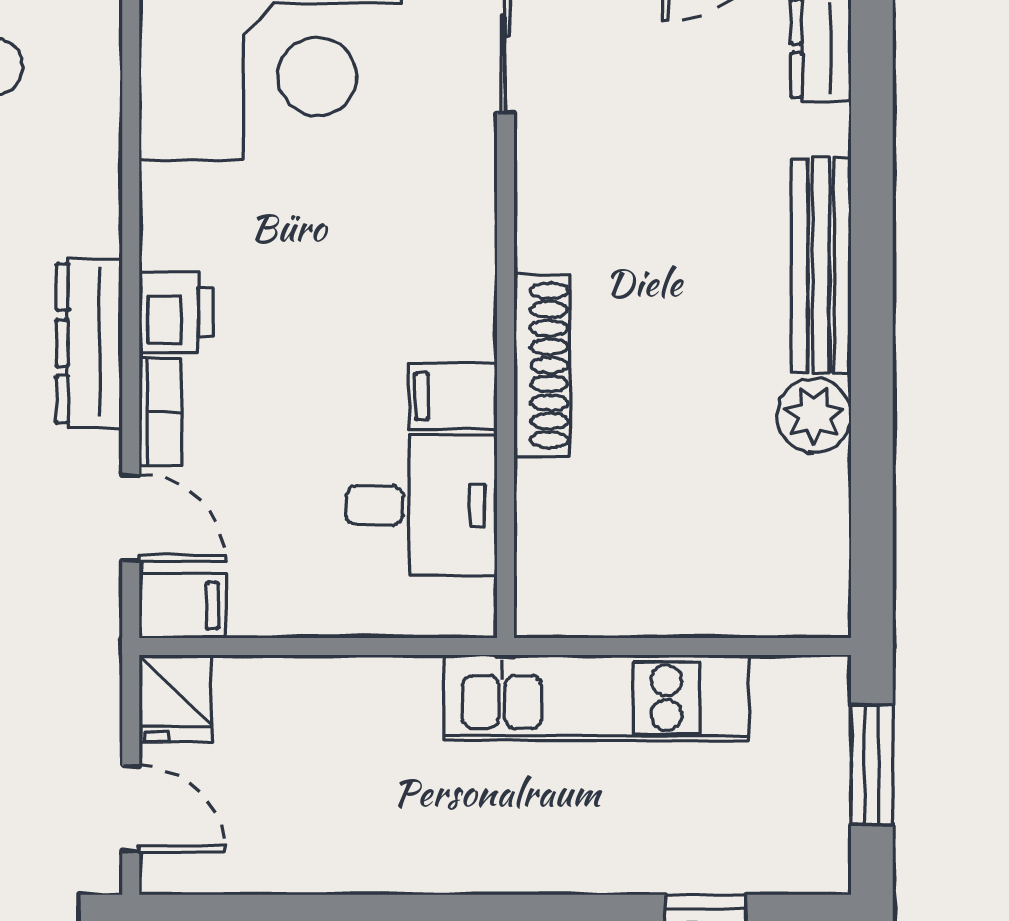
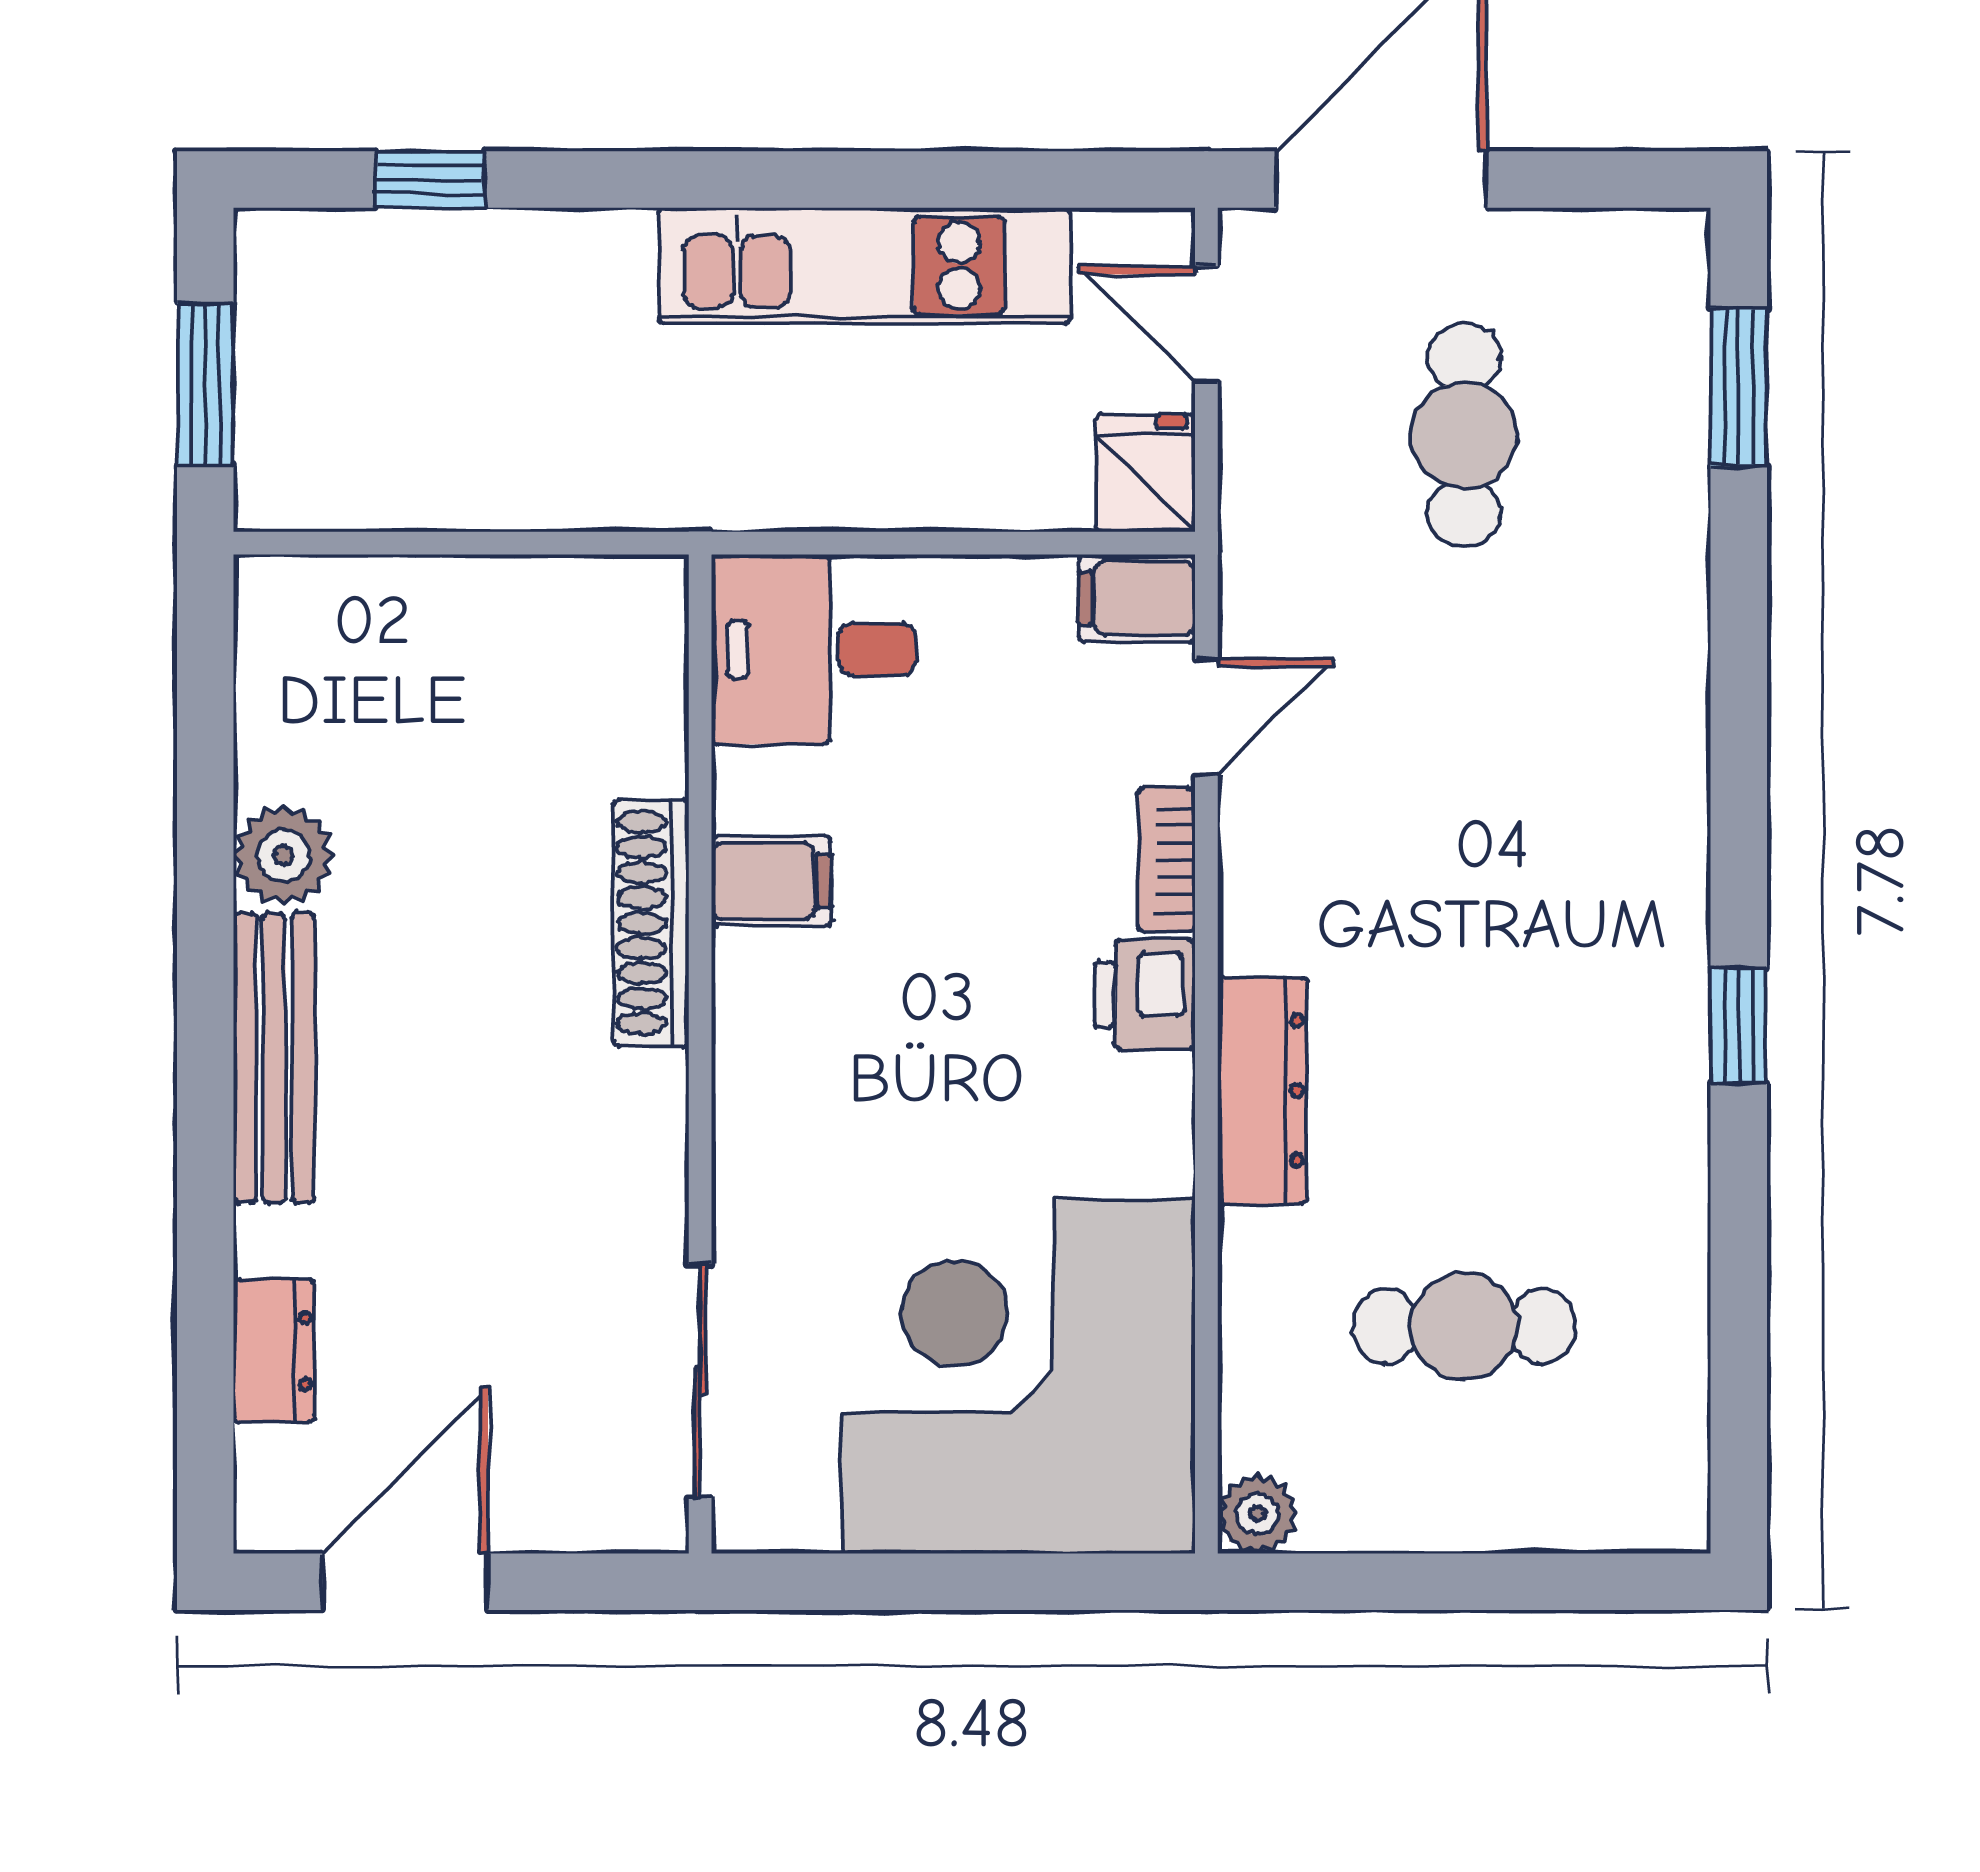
dresser: (89, 343) -> (1262, 1091), moved
desk: (421, 505) -> (814, 649), moved
door: (131, 518) -> (1206, 717), swing flipped
kitchen unit: (596, 698) -> (864, 266), moved, turned 180

